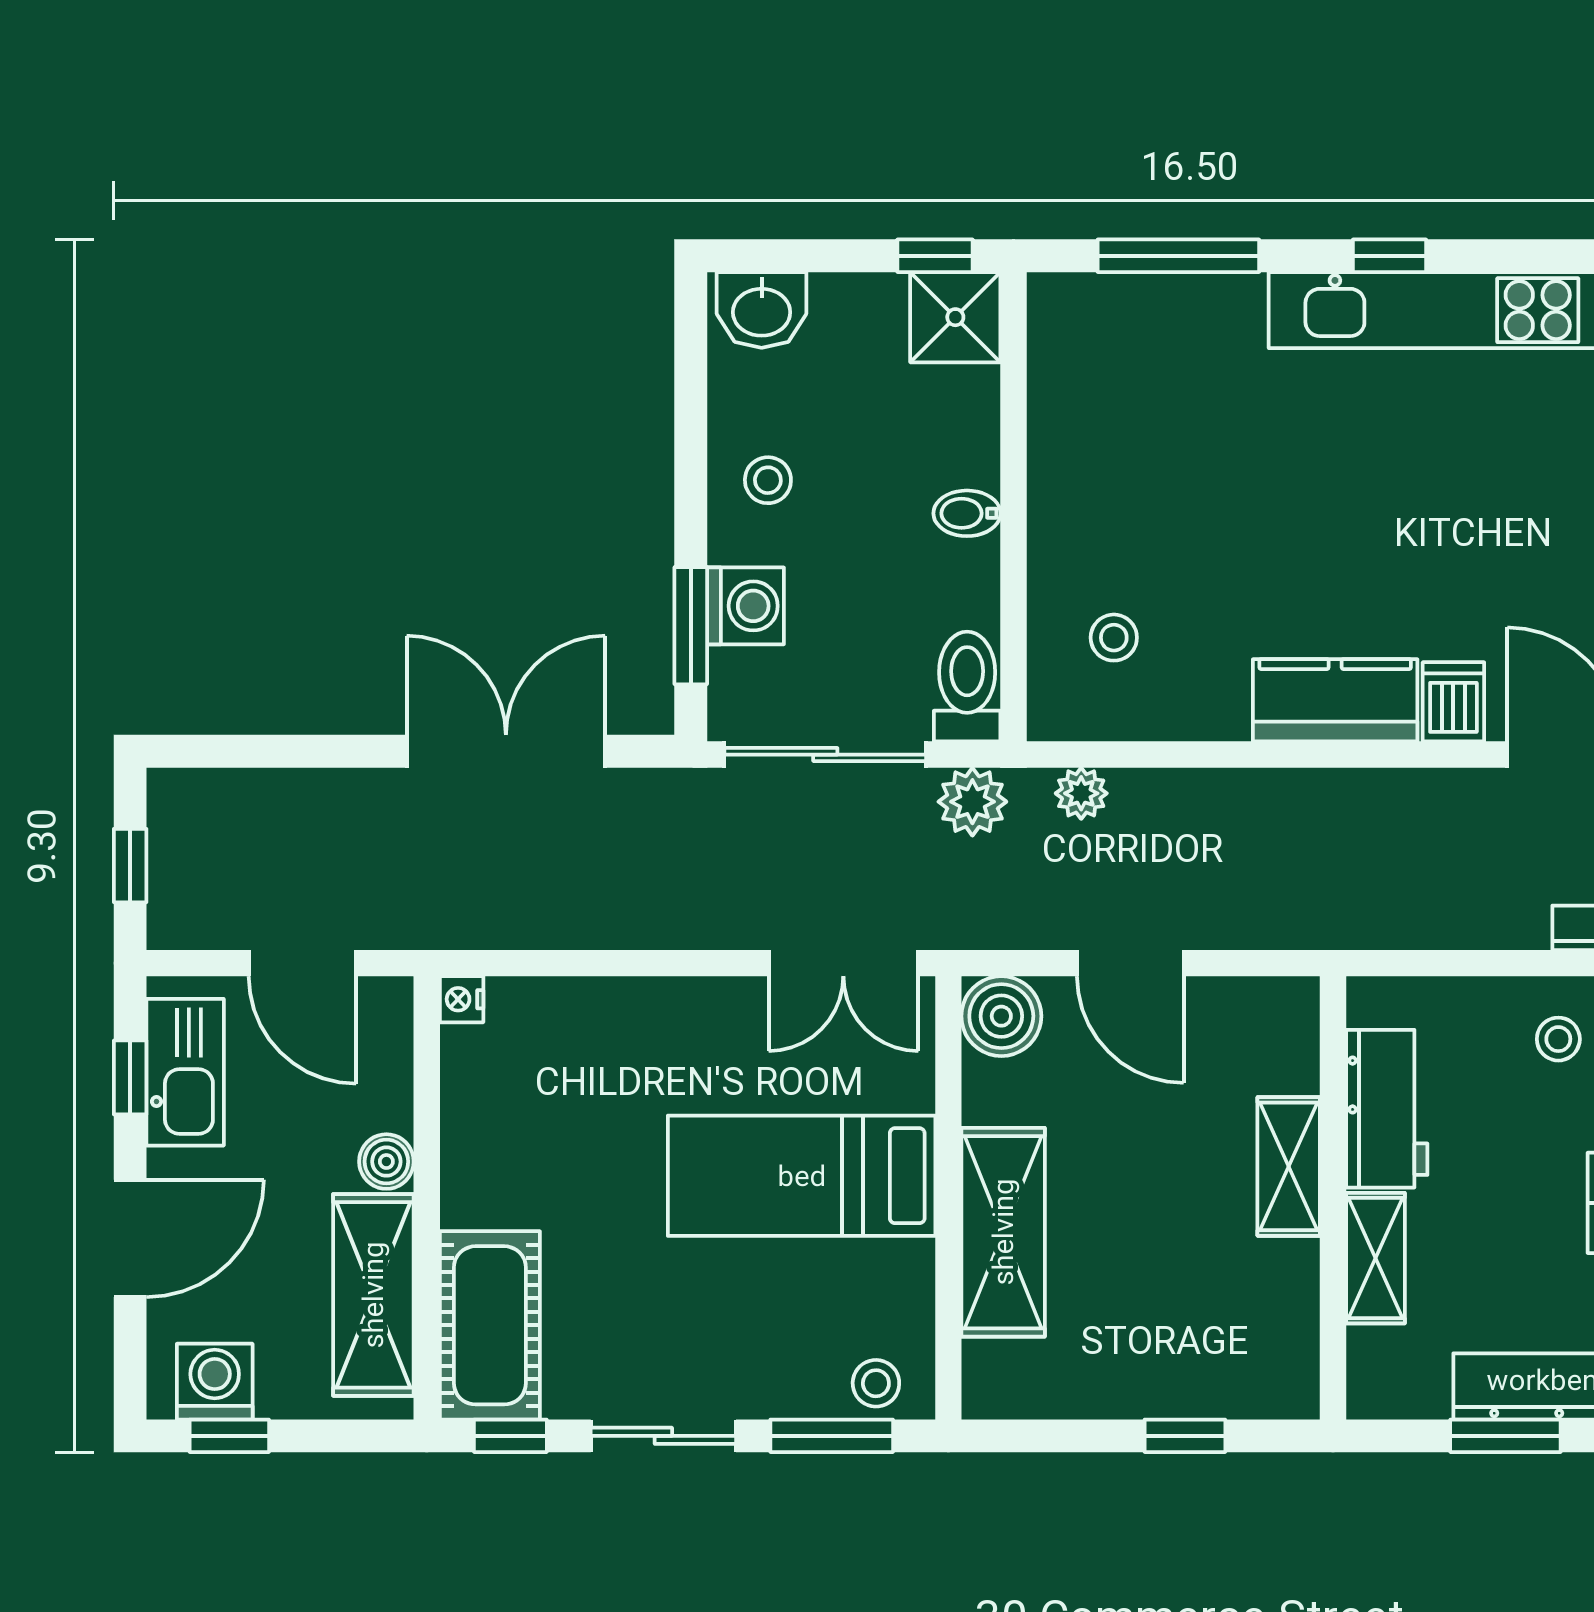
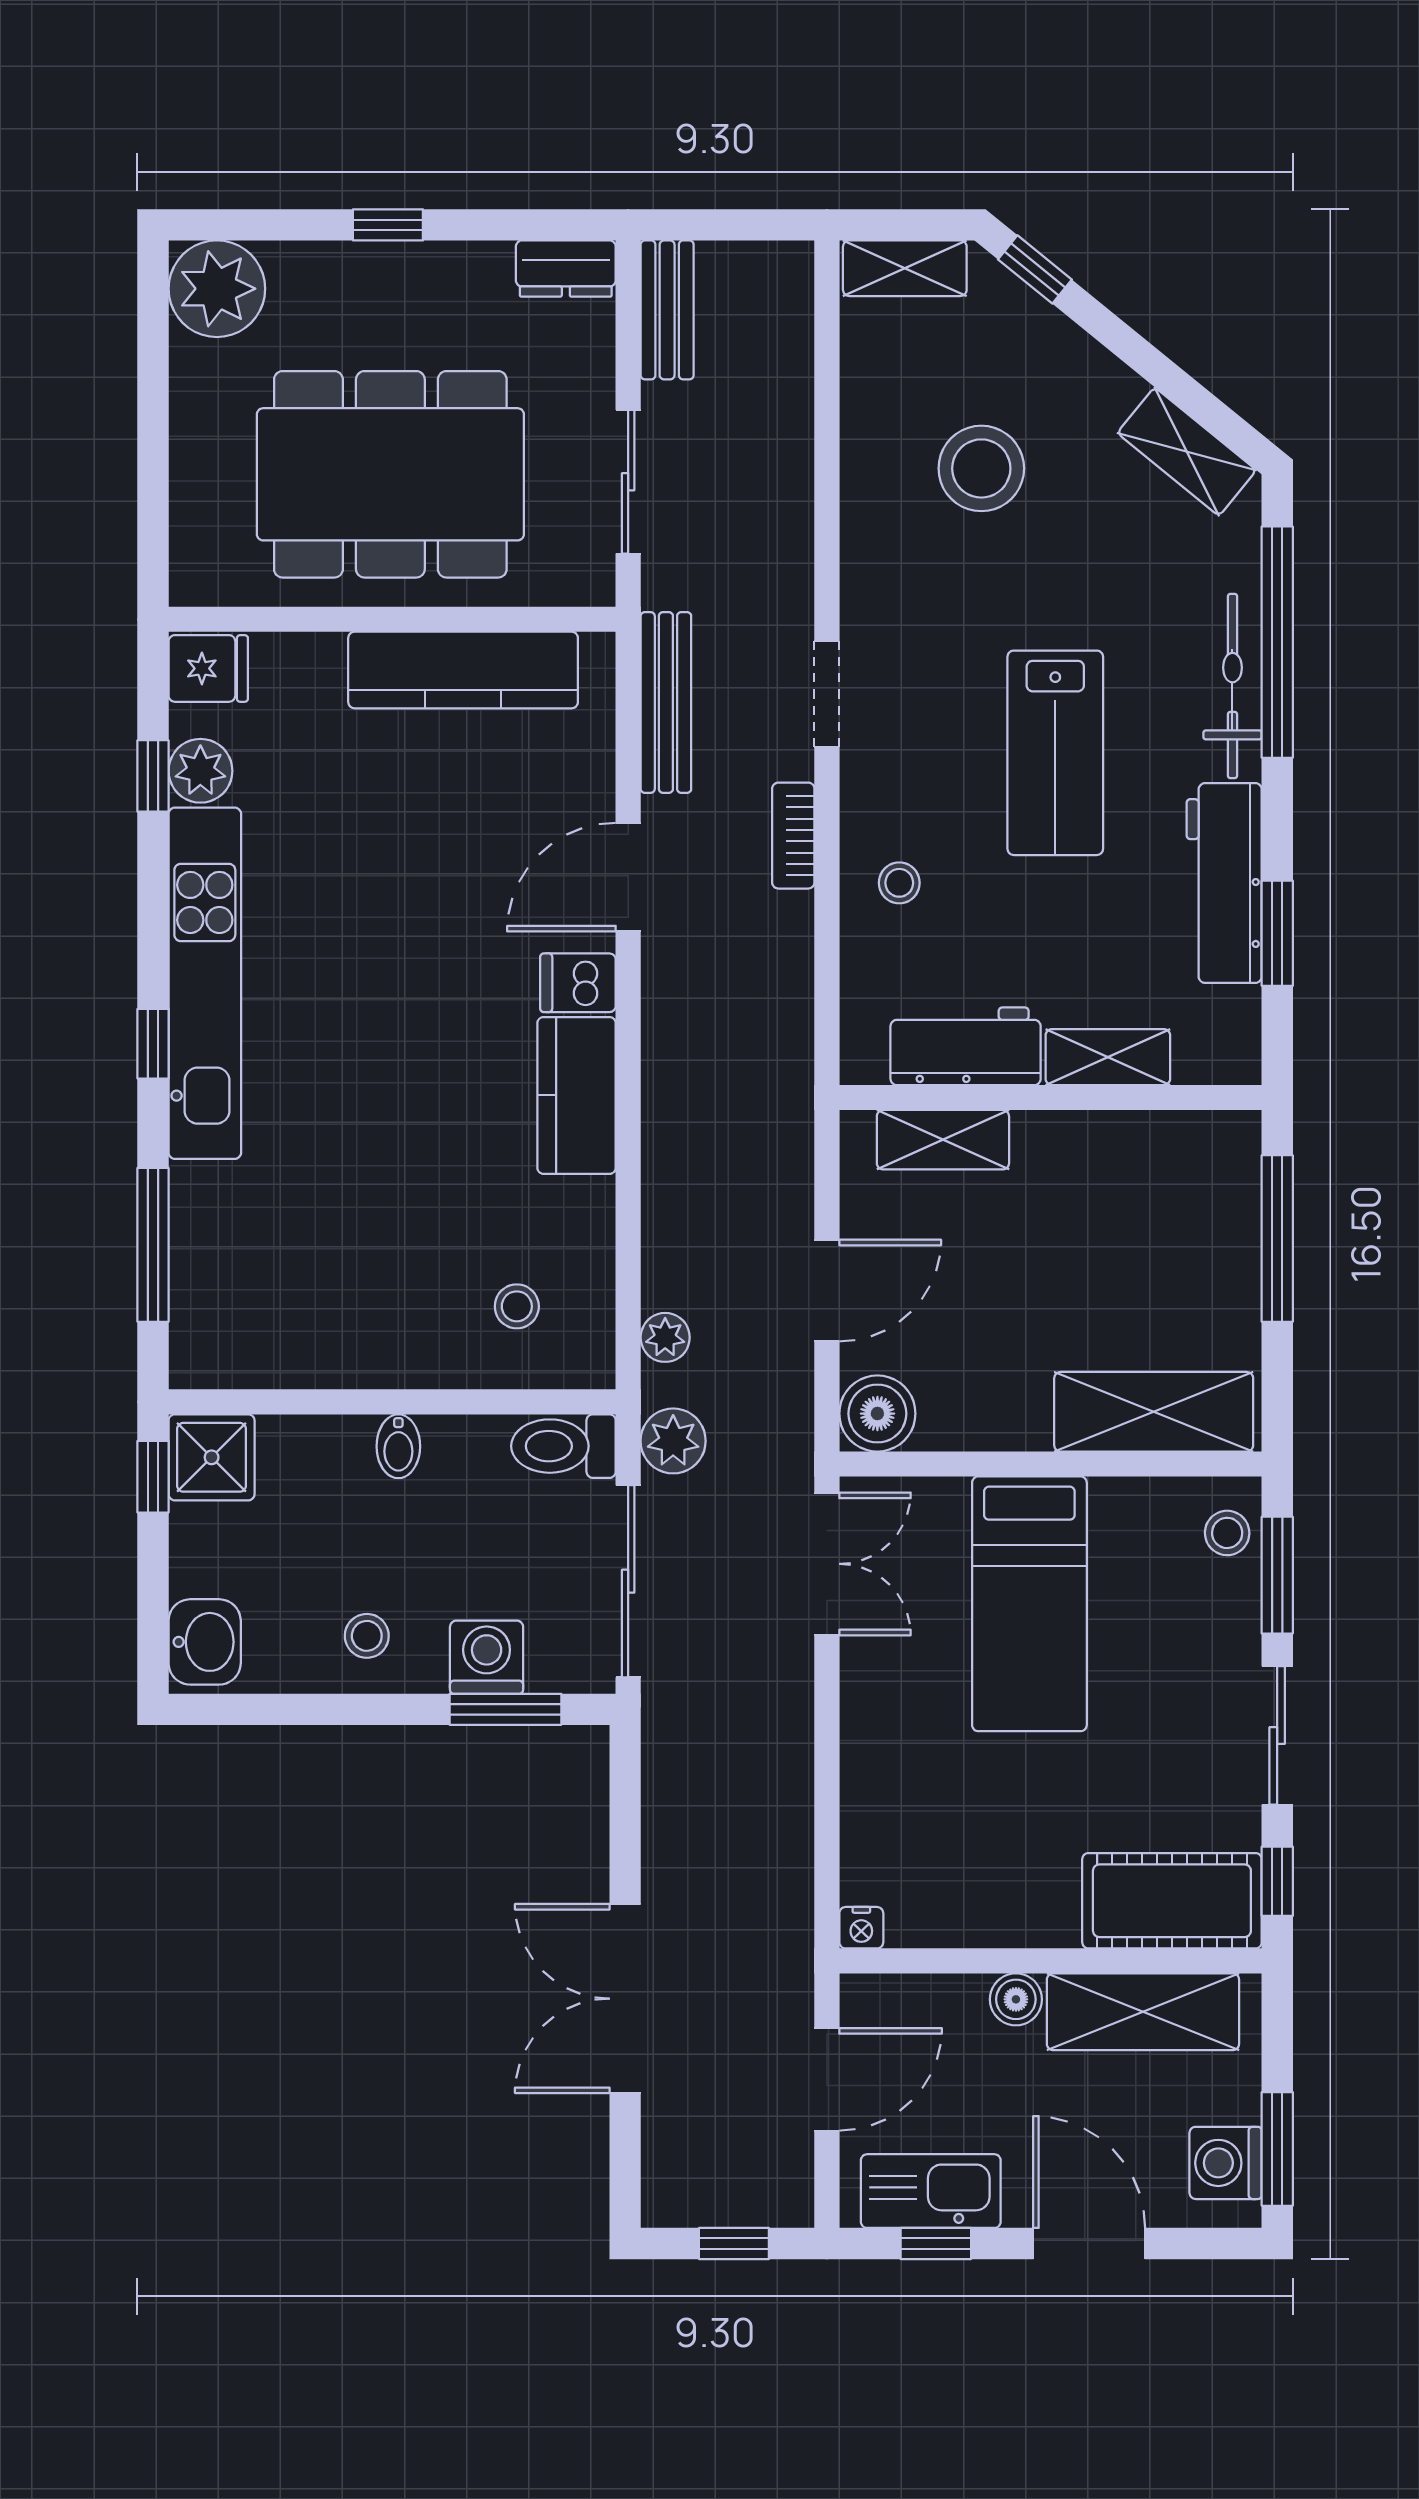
double door: (506, 751) -> (625, 1999), moved
shelving: (1289, 1166) -> (943, 1140), moved
shelving: (1003, 1232) -> (1154, 1412), moved
window: (229, 1436) -> (1277, 2149), width x1.50
window: (1185, 1436) -> (1277, 1239), width x2.17

